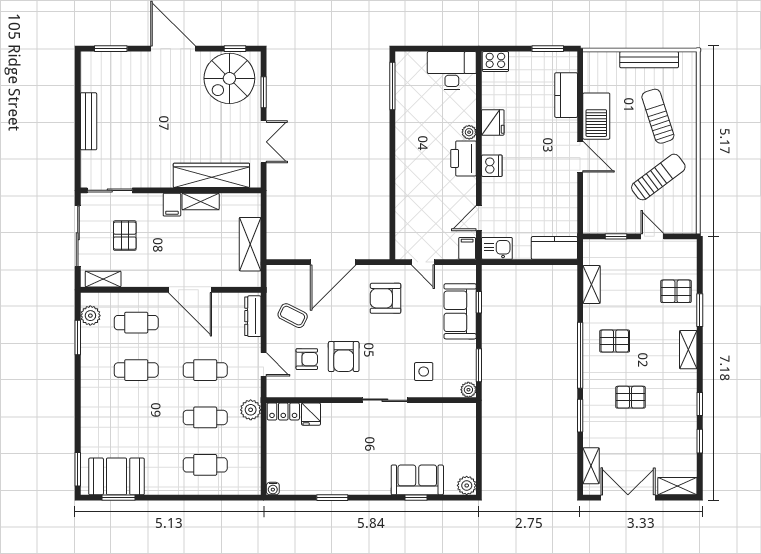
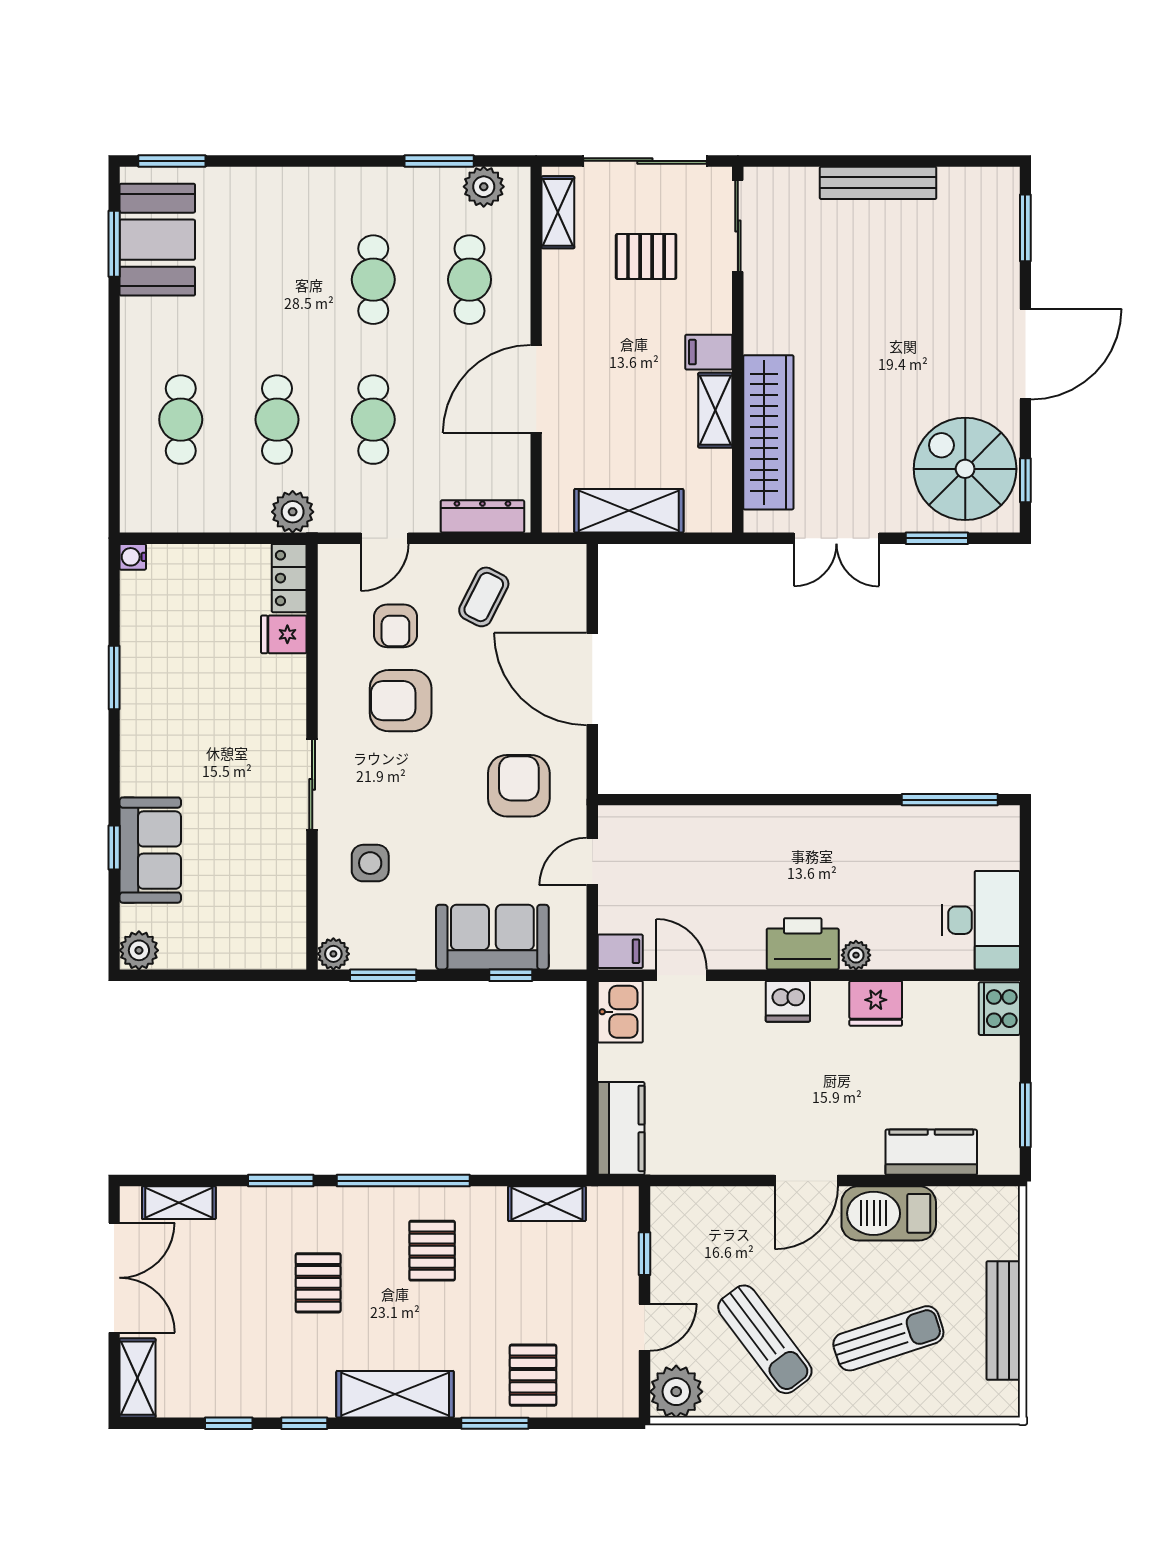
plant: (684, 221) -> (676, 1392), added
shelving: (688, 350) -> (395, 1394), width x1.50, depth x1.33

